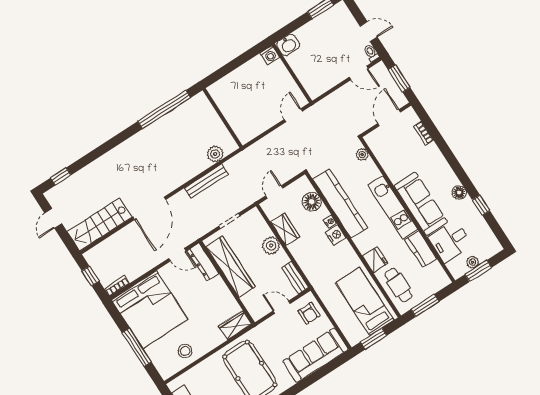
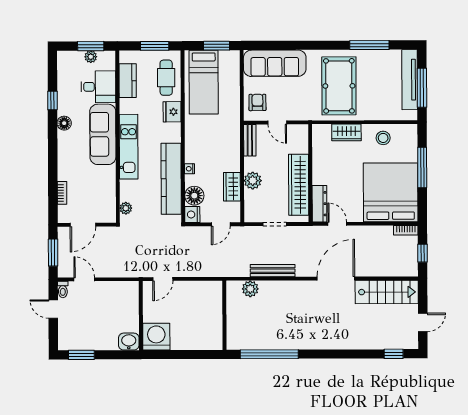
washing machine: (270, 55) -> (156, 337), width x1.89, depth x1.89
nightstand: (336, 235) -> (192, 214), moved
kitchen counter: (421, 249) -> (128, 81), moved
wardrobe: (235, 325) -> (346, 132), moved

